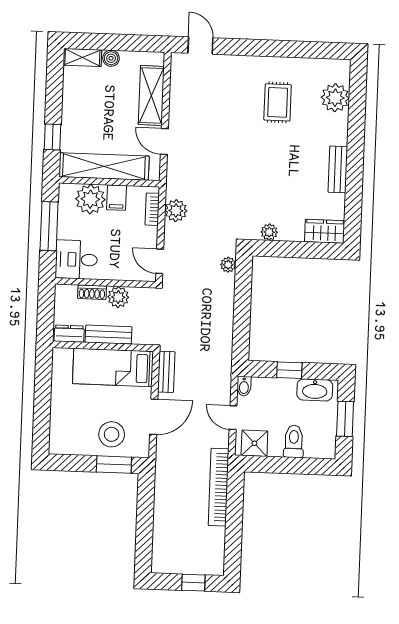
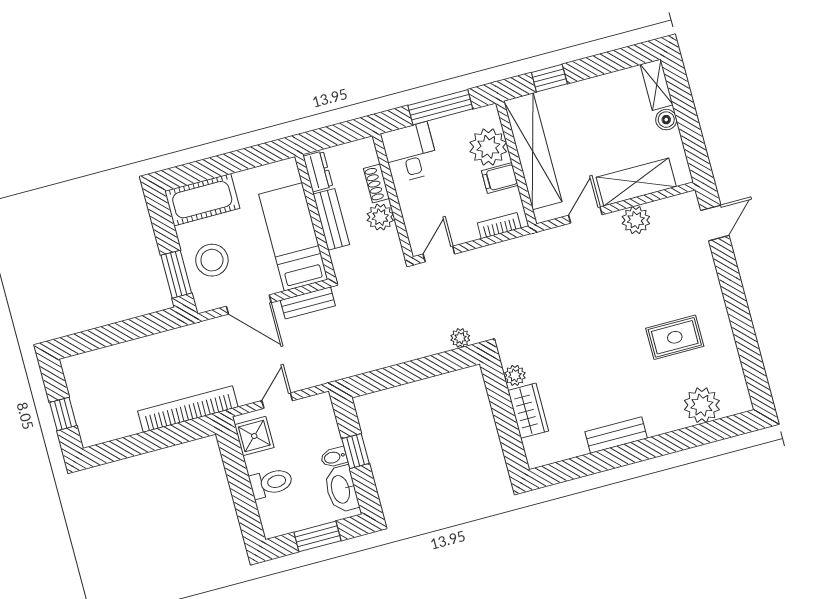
plant: (176, 211) -> (636, 220), moved
wardrobe: (325, 231) -> (528, 411), moved
bidet: (244, 386) -> (334, 457), moved
cot: (64, 428) -> (202, 200), added

